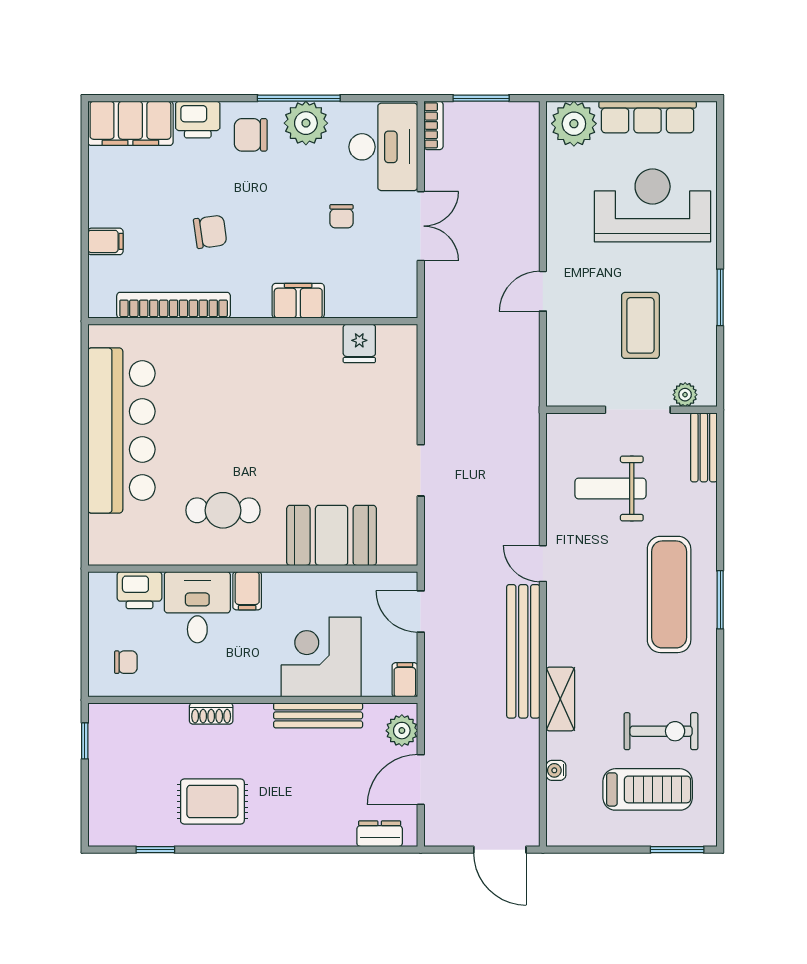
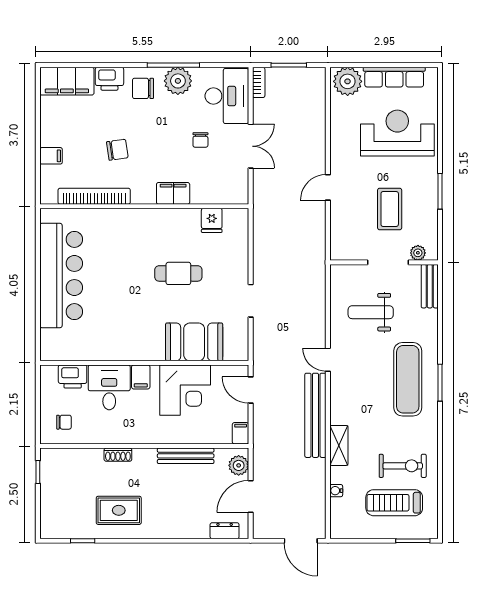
cafe table: (223, 510) -> (178, 273), moved
corner desk: (321, 657) -> (185, 390), moved, turned 180
treadmill: (648, 789) -> (394, 503), turned 180

